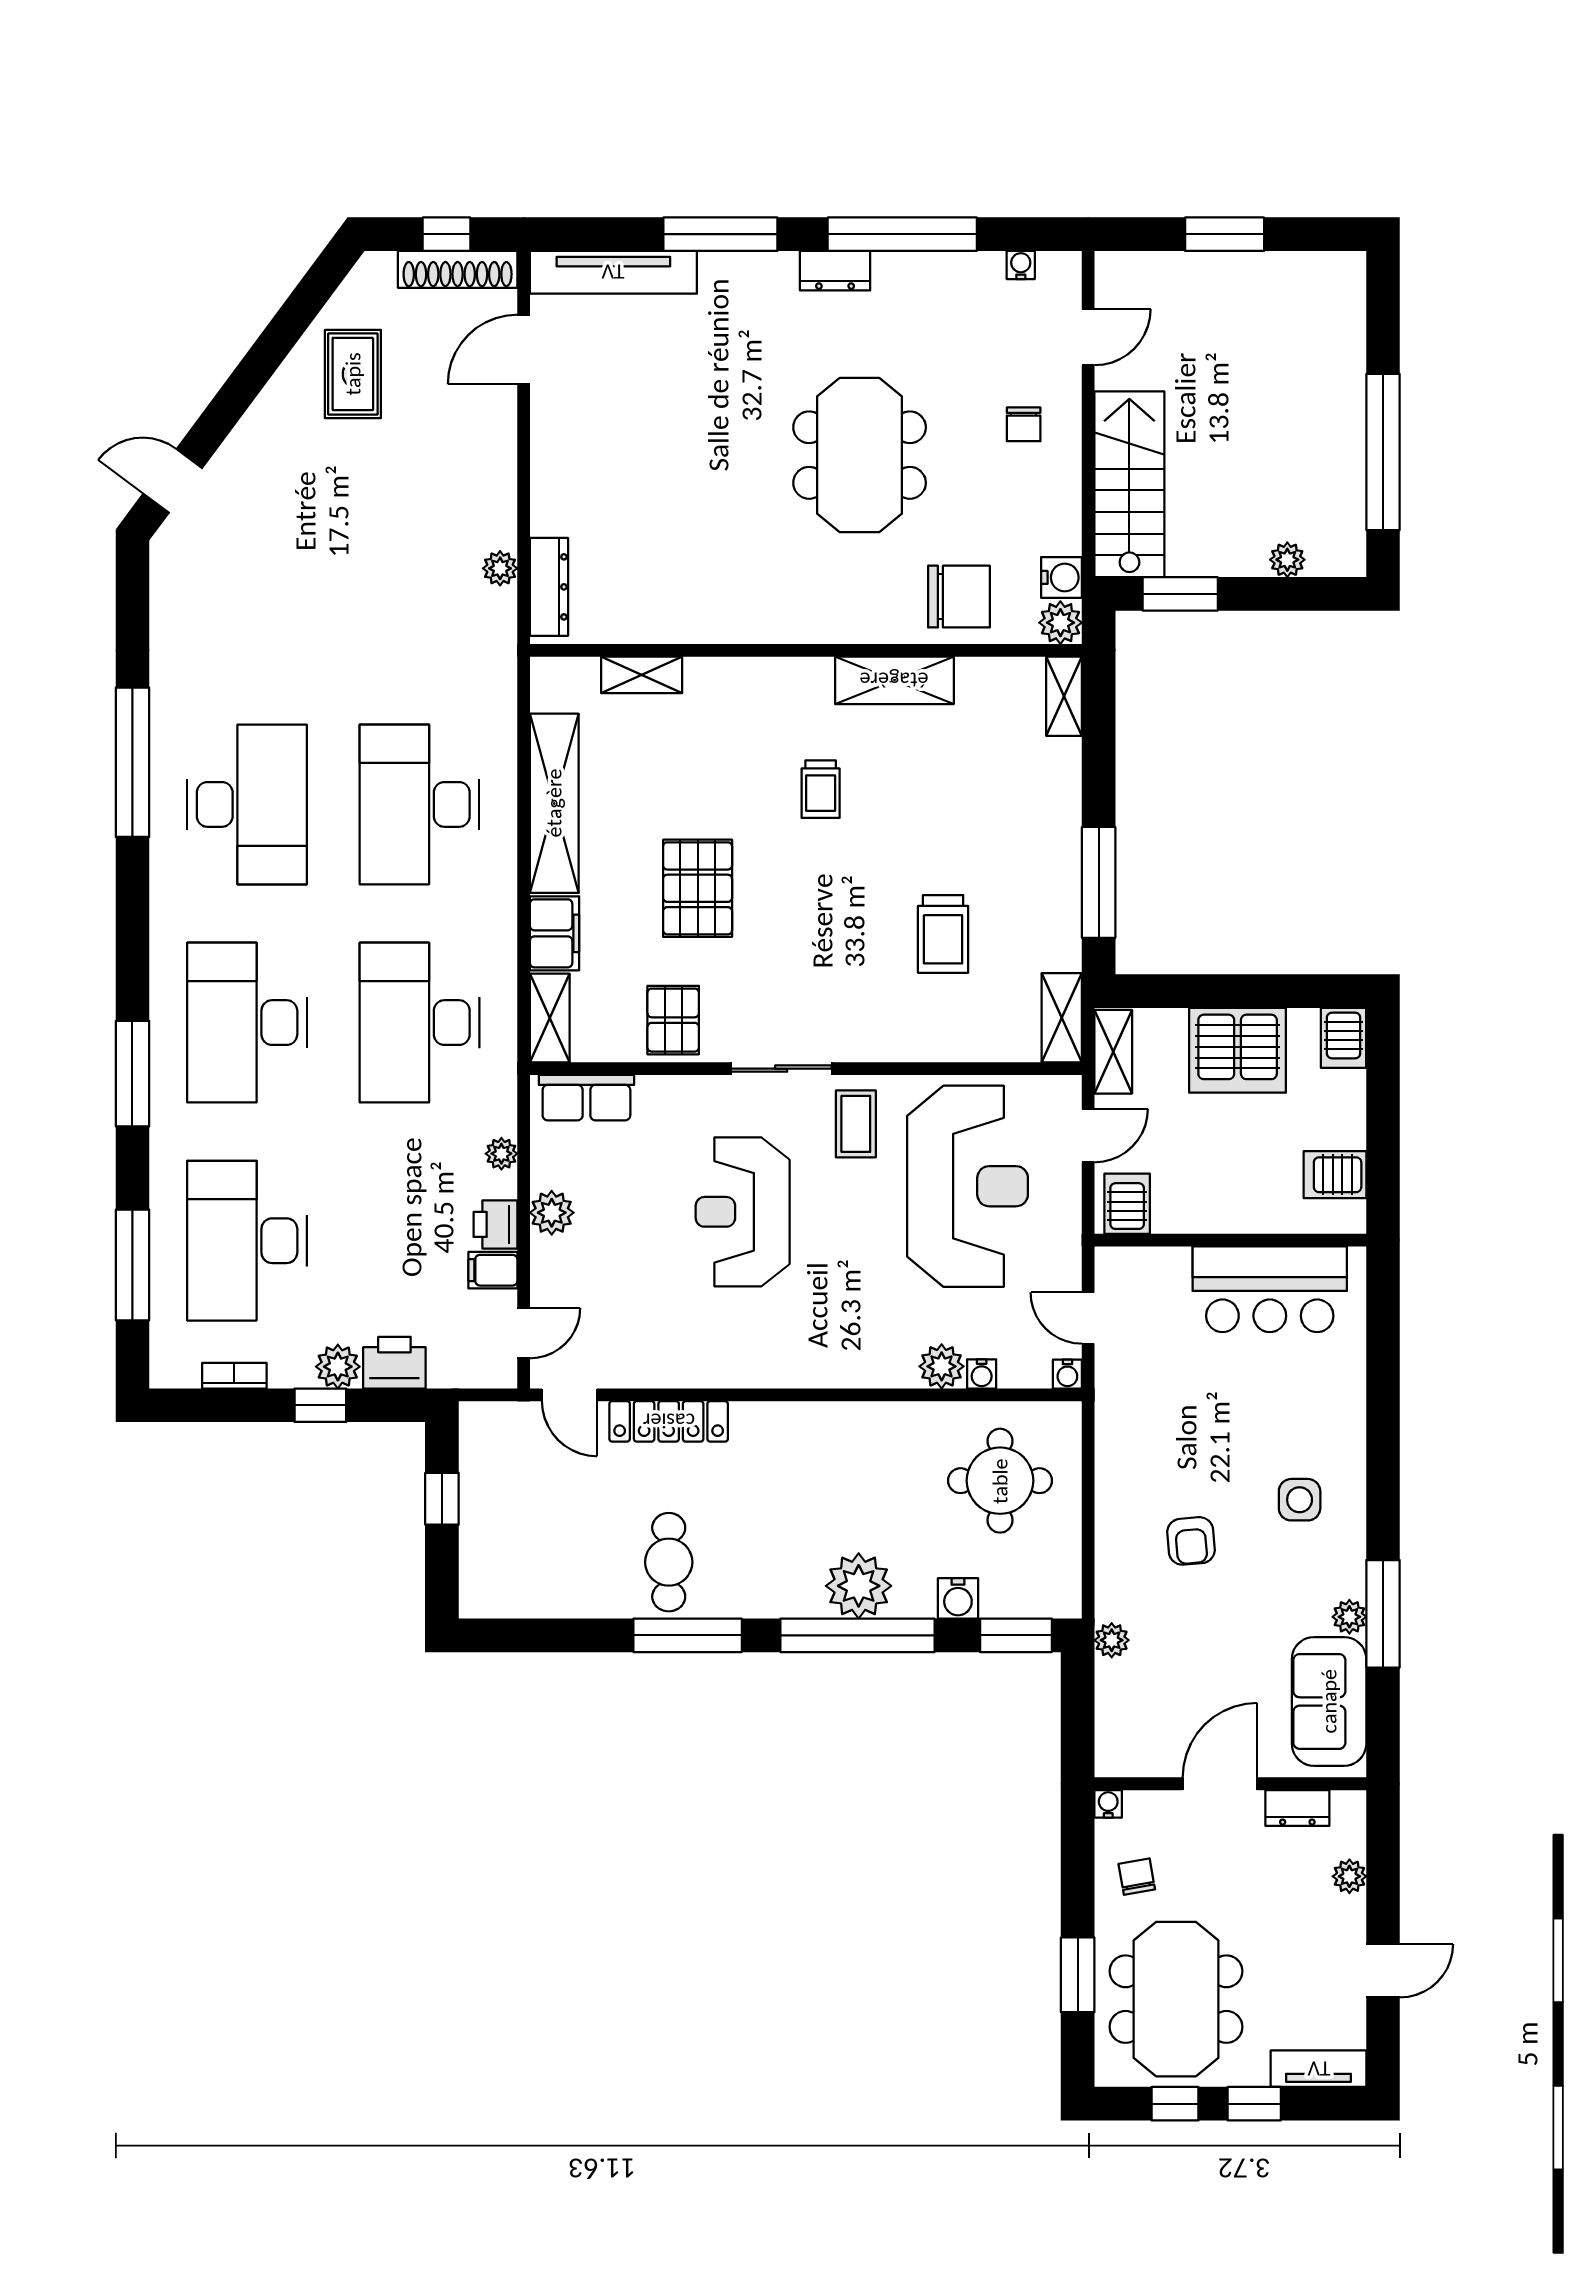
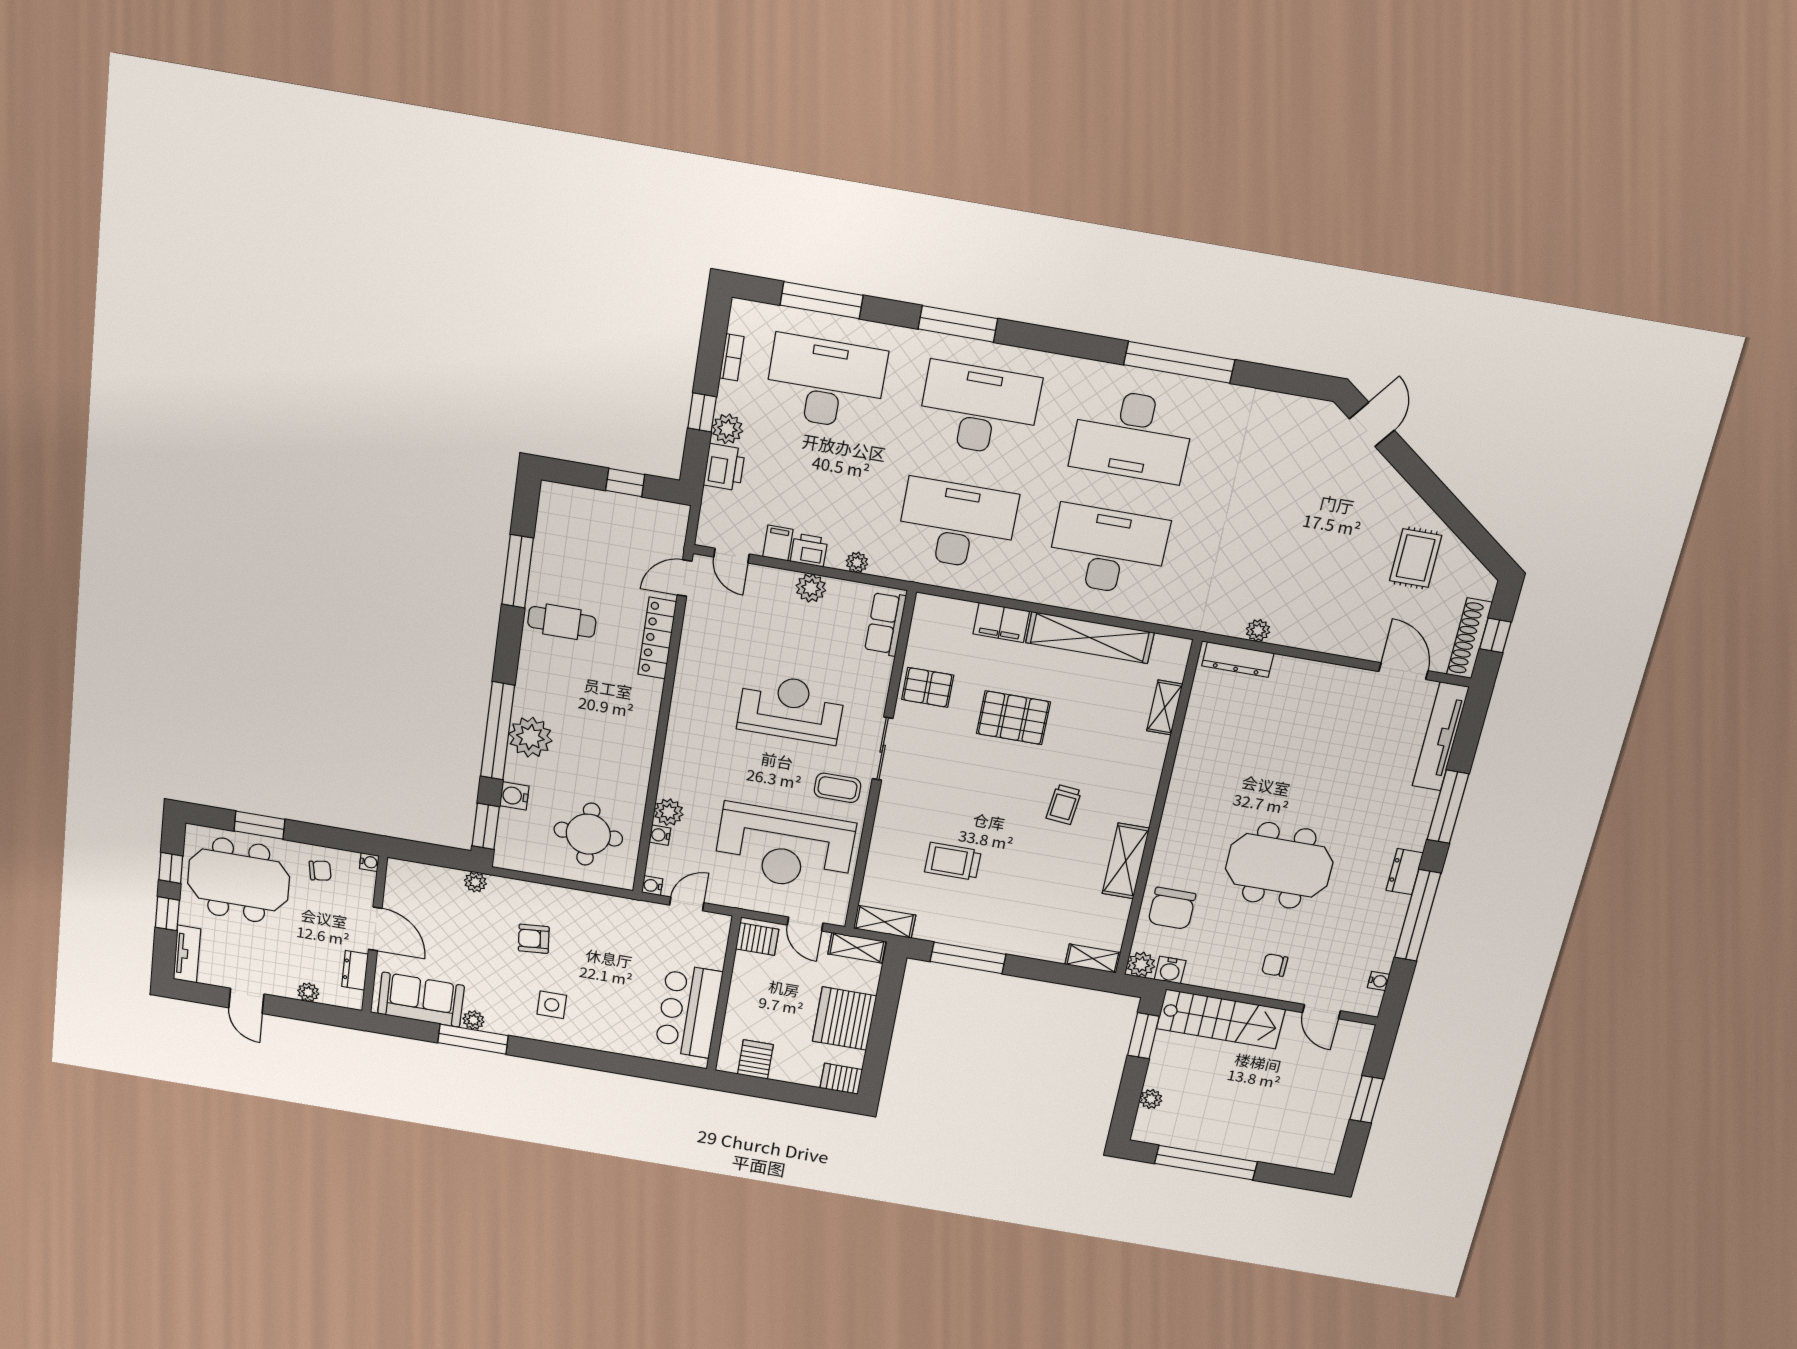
rug: (353, 374) -> (1416, 558), turned 90
trolley: (821, 789) -> (1064, 804), turned -84
shelving: (550, 1018) -> (944, 610), removed
window: (688, 1635) -> (517, 571), moved

